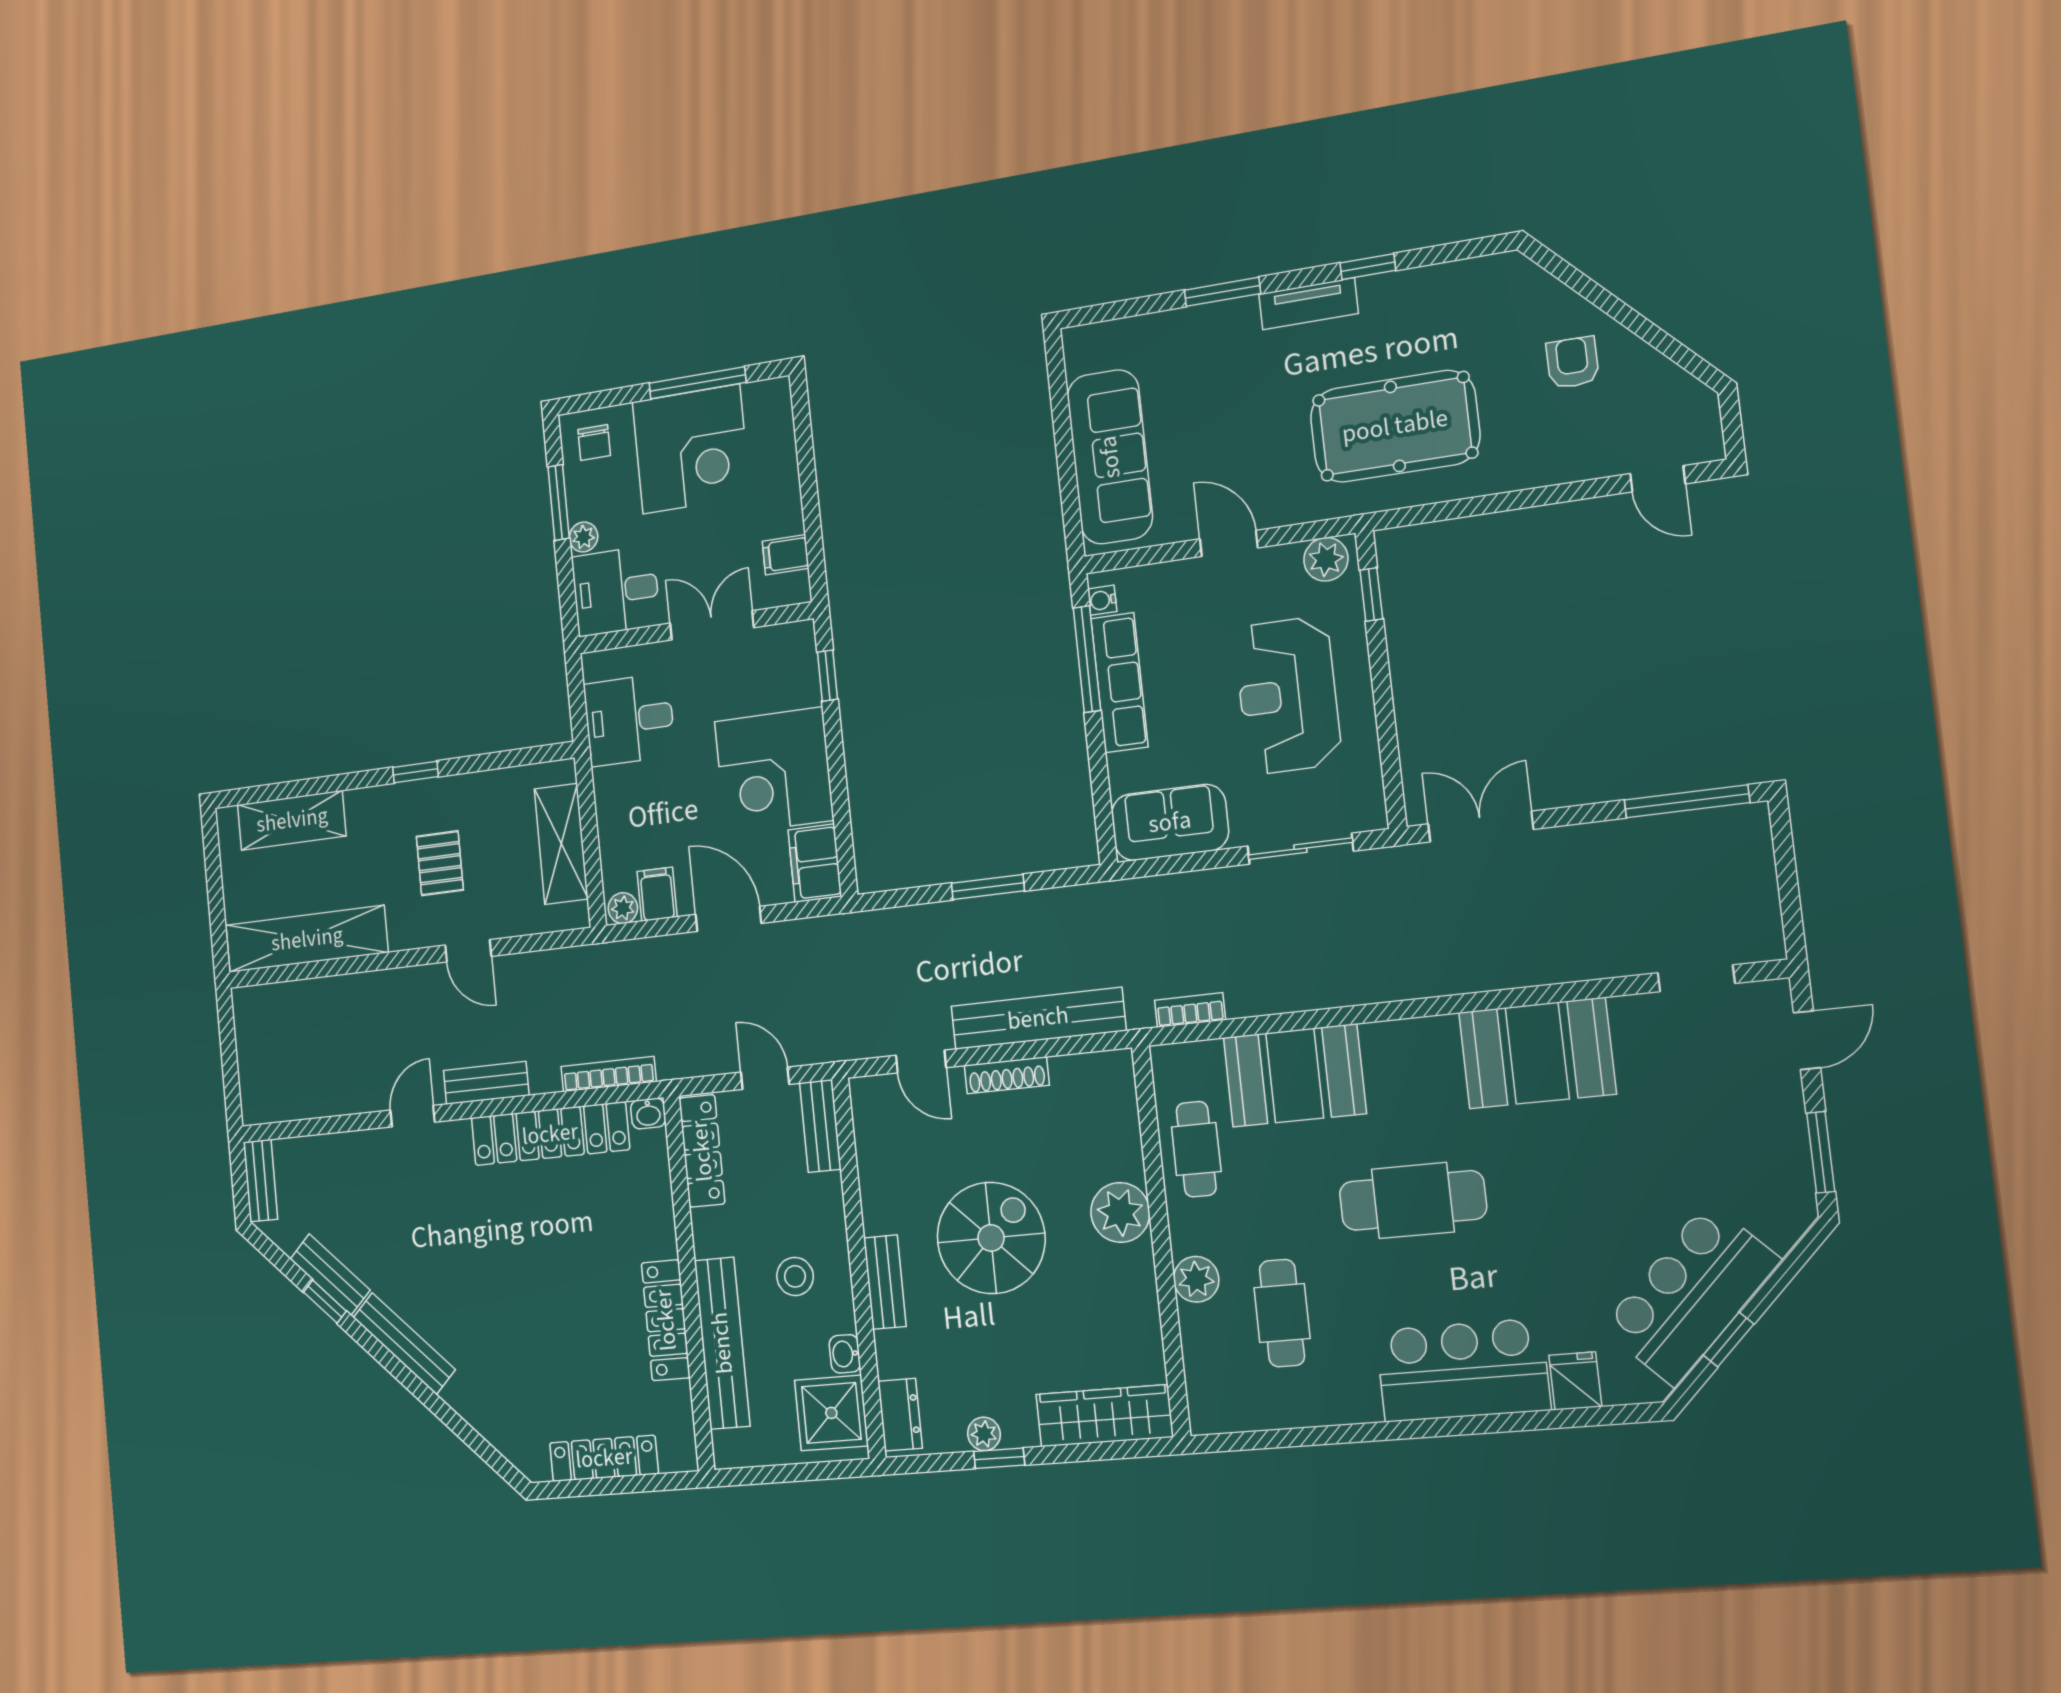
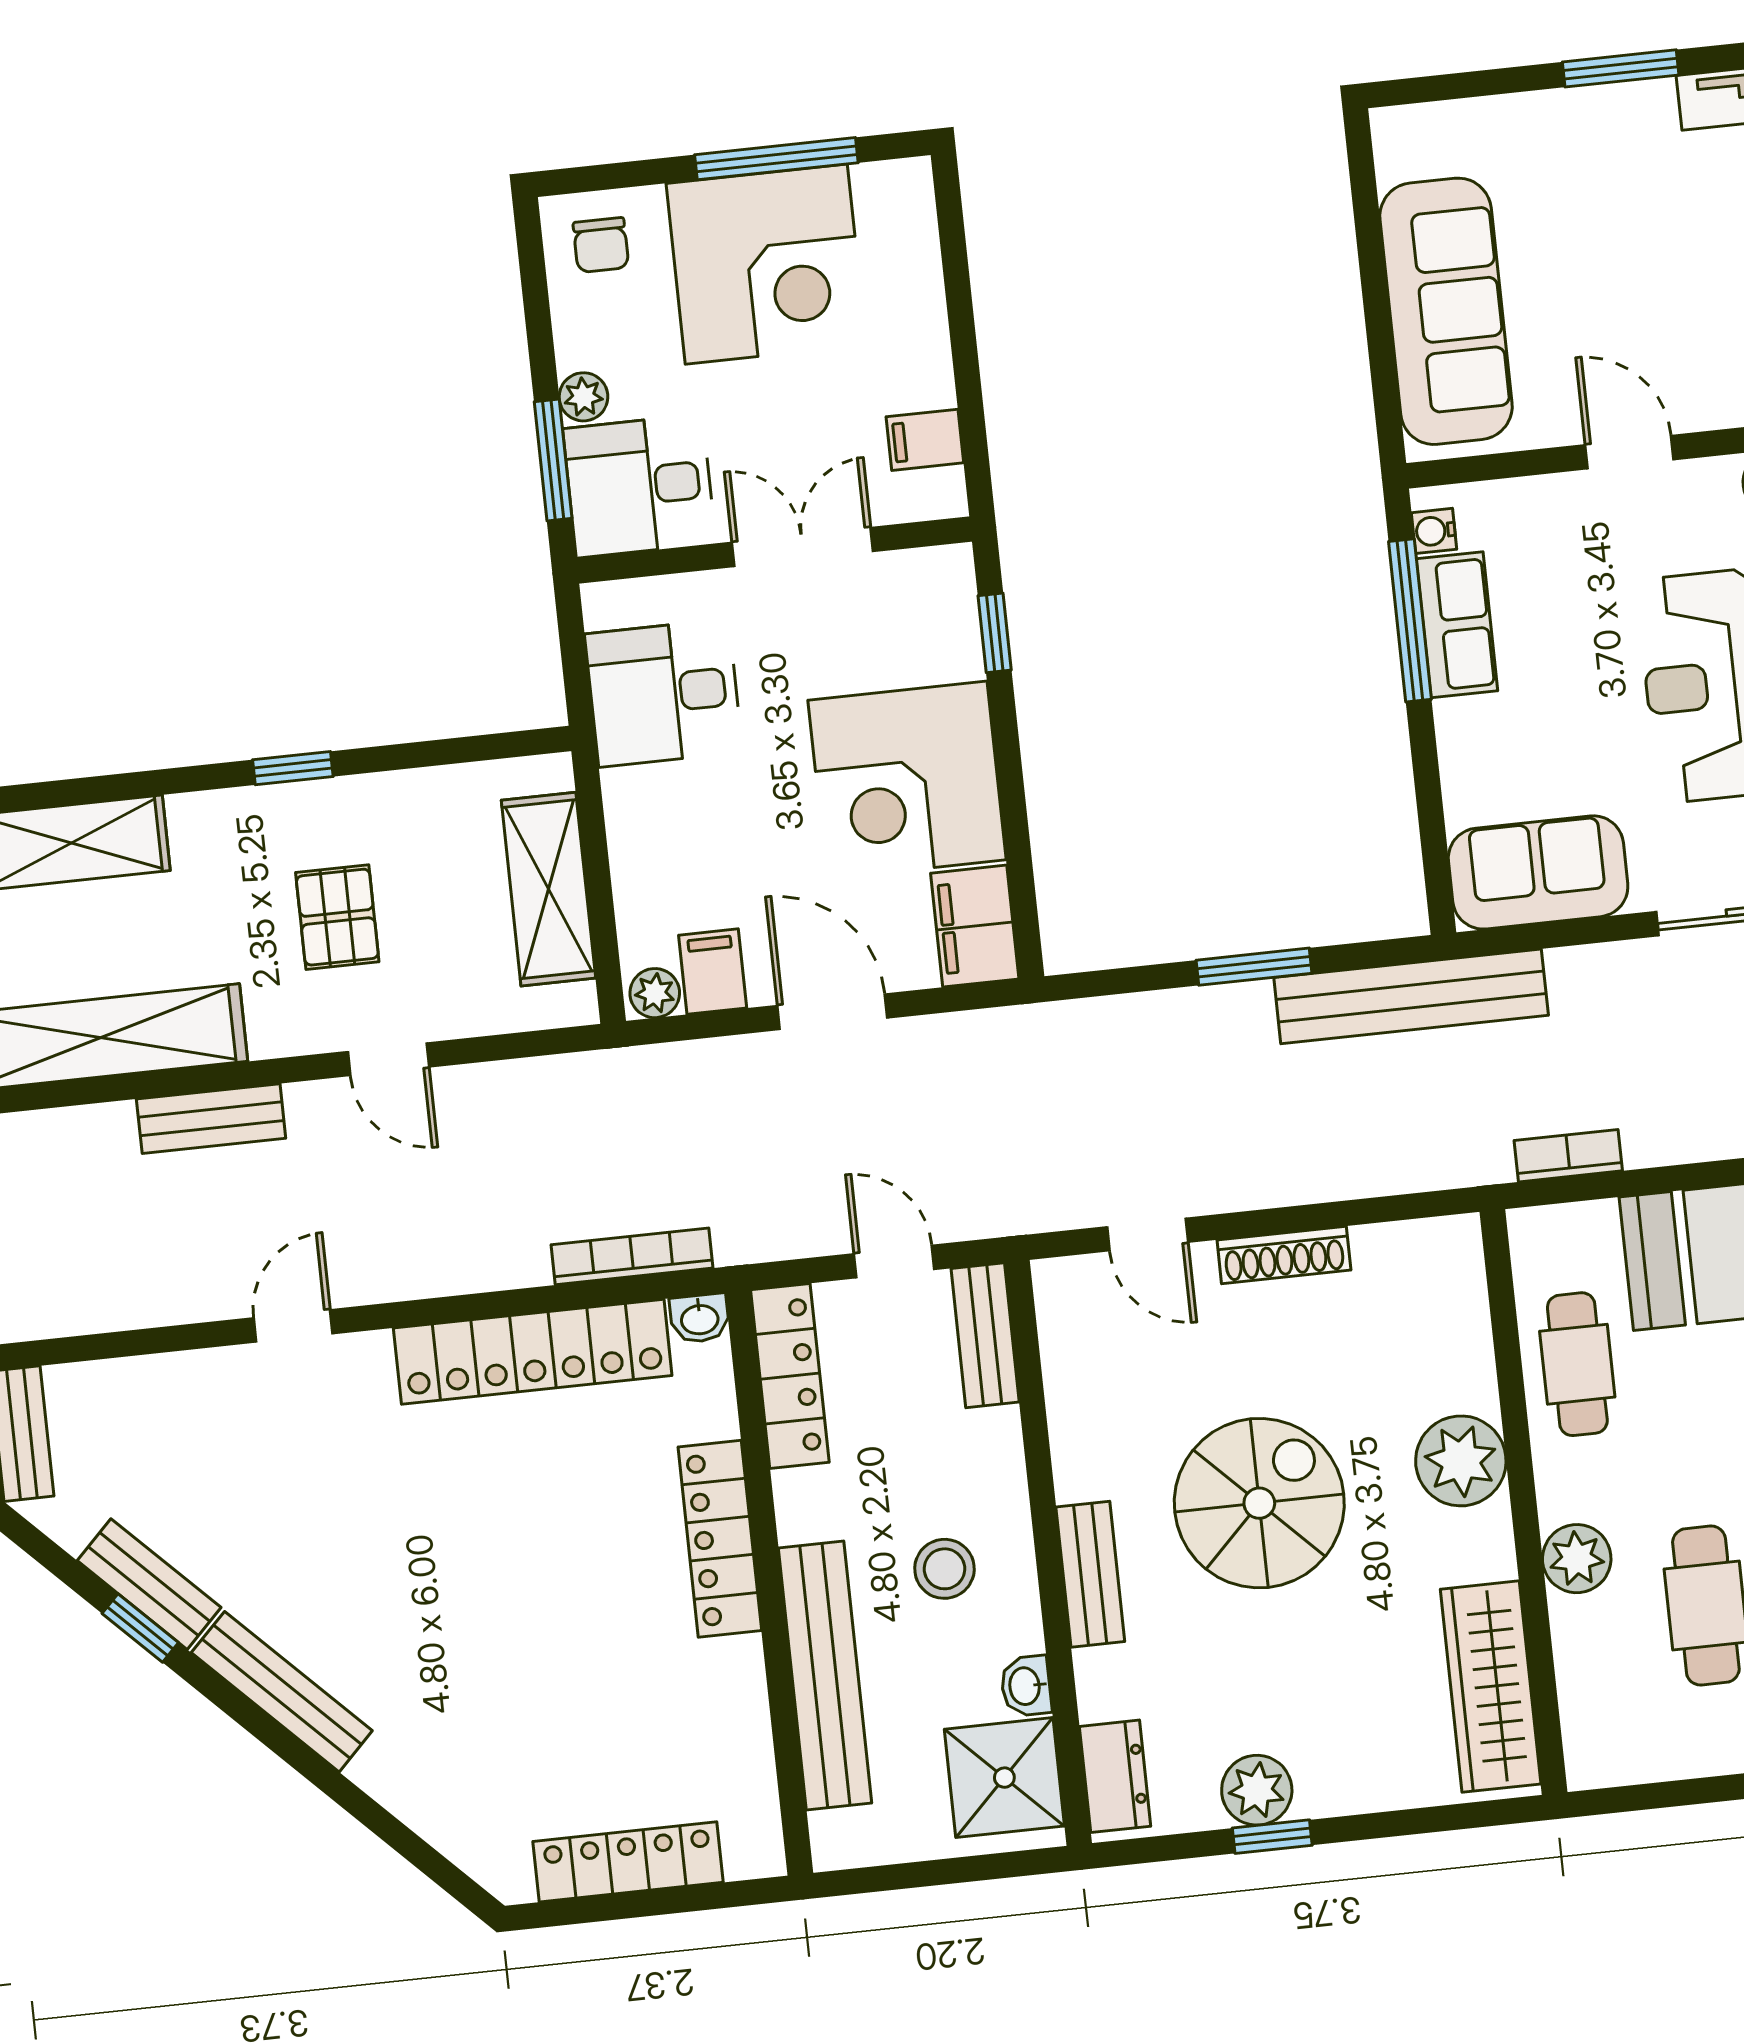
window: (559, 502) -> (553, 460), moved
row of seats: (1119, 683) -> (1457, 625), width x0.68
bench: (1038, 1018) -> (1411, 996), moved
bench: (486, 1083) -> (211, 1119), moved
locker: (666, 1320) -> (720, 1539), moved
wardrobe: (1104, 1416) -> (1491, 1687), moved, turned -90
plant: (984, 1434) -> (1257, 1790), width x1.38, depth x1.38

